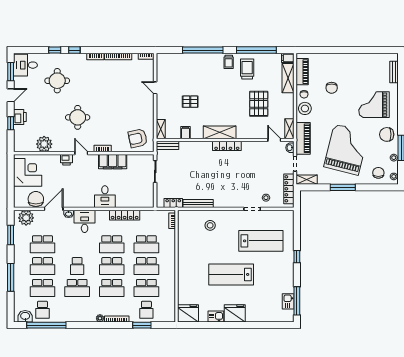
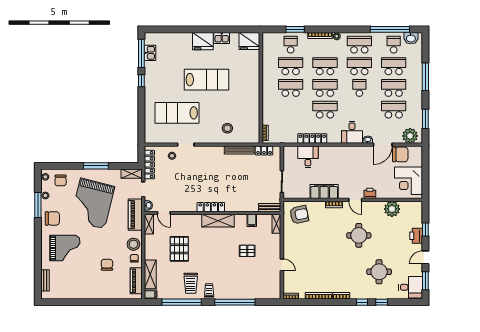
desk: (105, 197) -> (308, 157), moved
chair: (36, 199) -> (400, 154), turned -90
school desk: (146, 244) -> (359, 45), moved
window: (297, 257) -> (141, 81), moved

